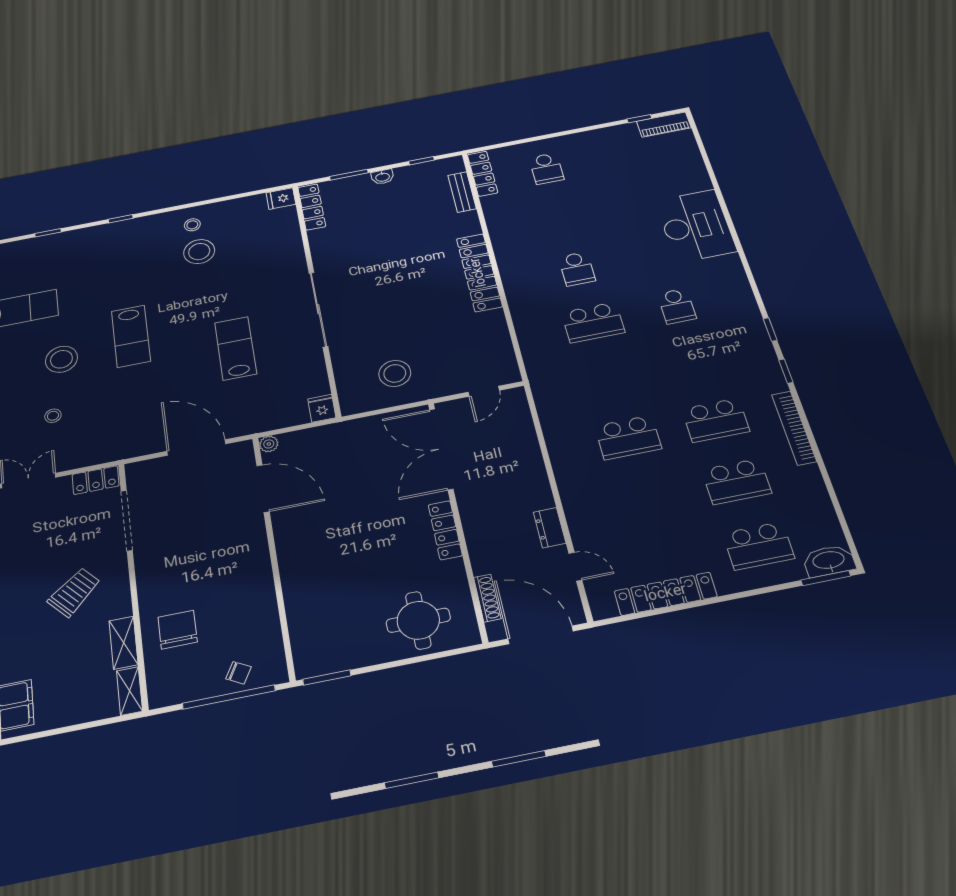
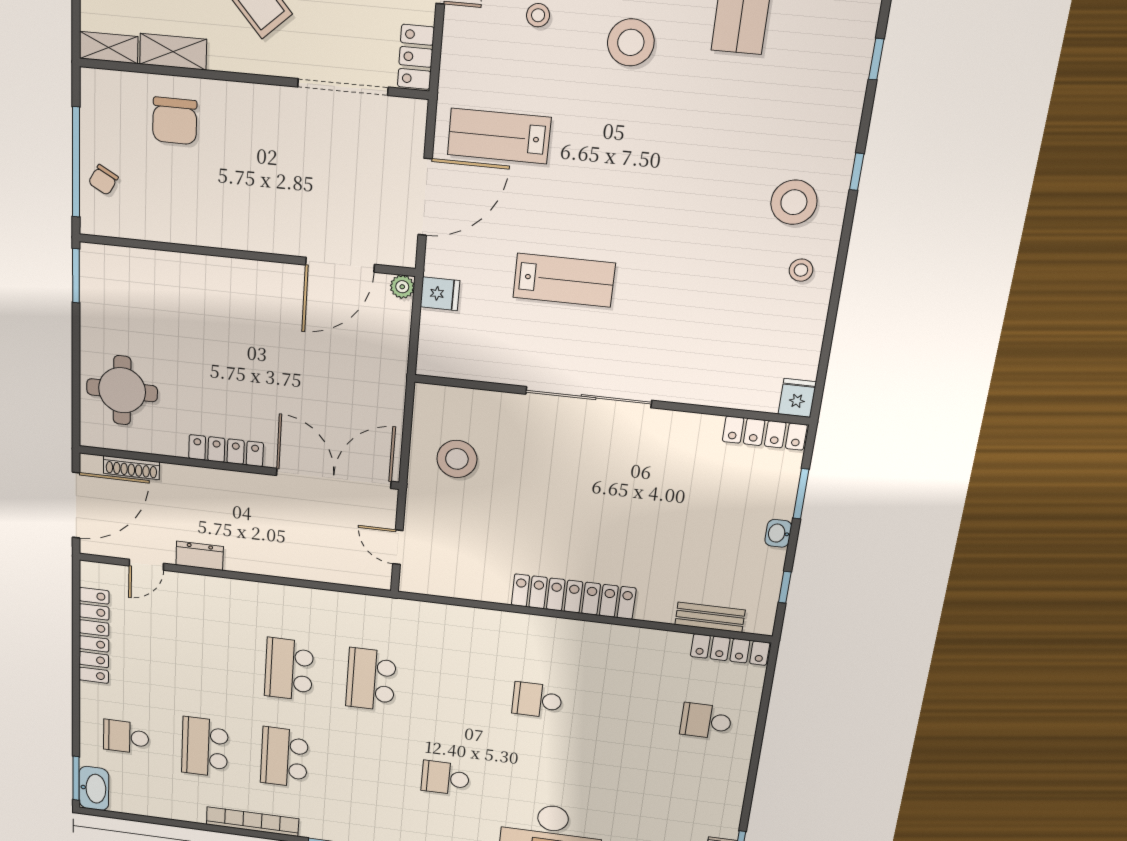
stool: (199, 252) -> (794, 202), moved
school desk: (593, 322) -> (371, 679), moved
lab bench: (131, 336) -> (499, 136), moved
fridge: (322, 408) -> (440, 294), moved
school desk: (759, 546) -> (126, 737), width x0.54
chair: (178, 630) -> (175, 121), turned 90

